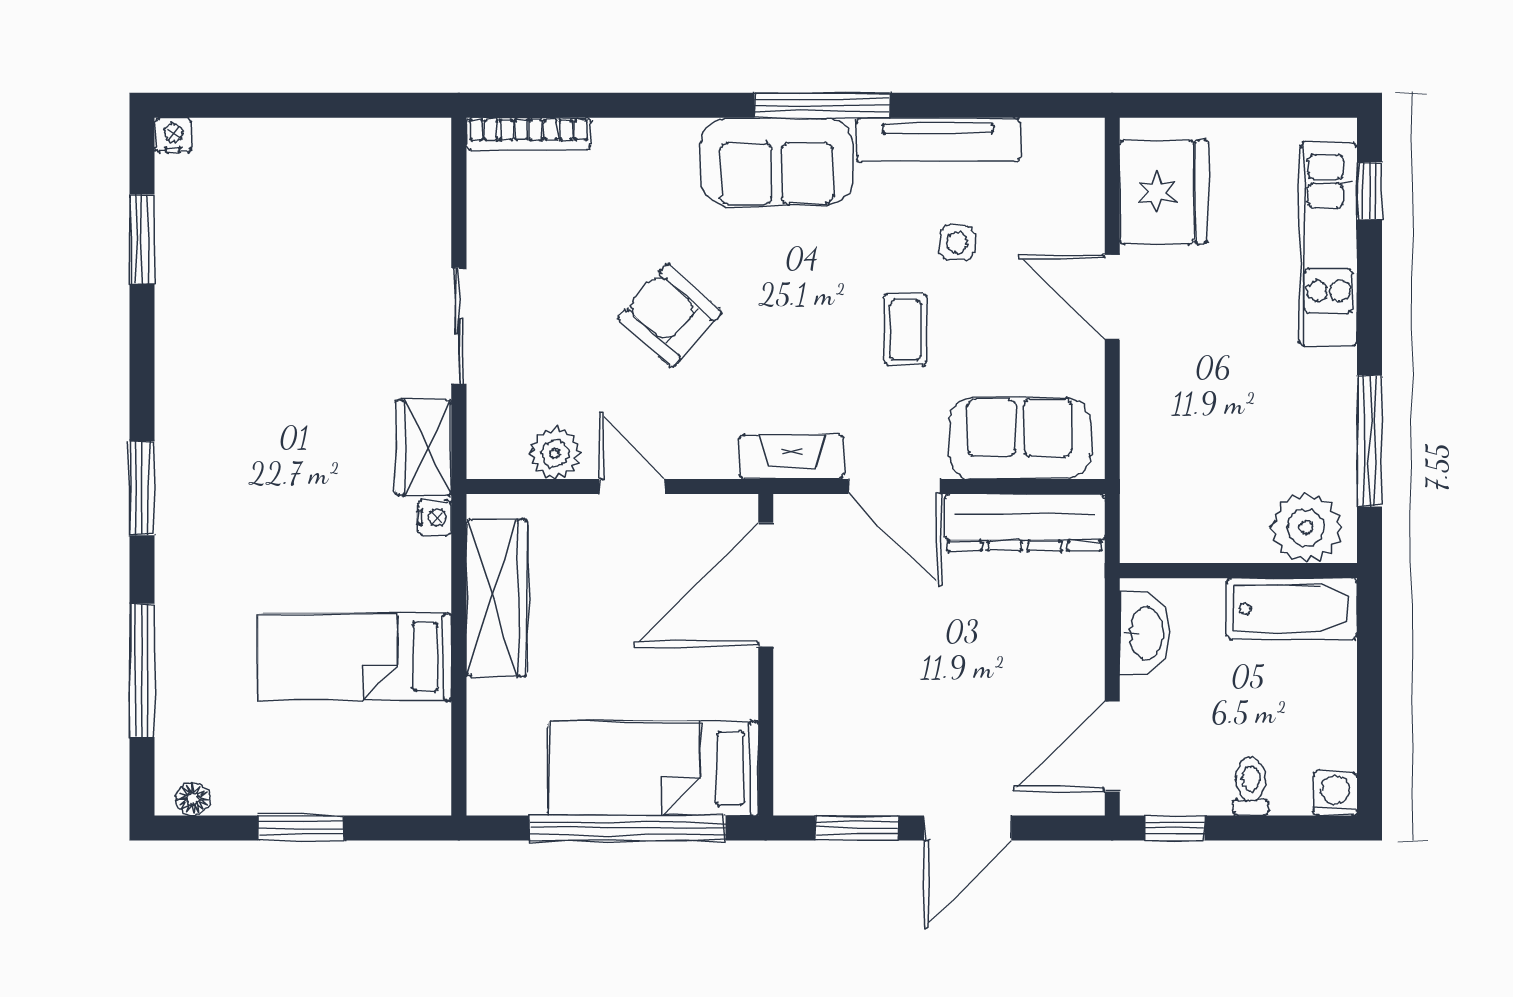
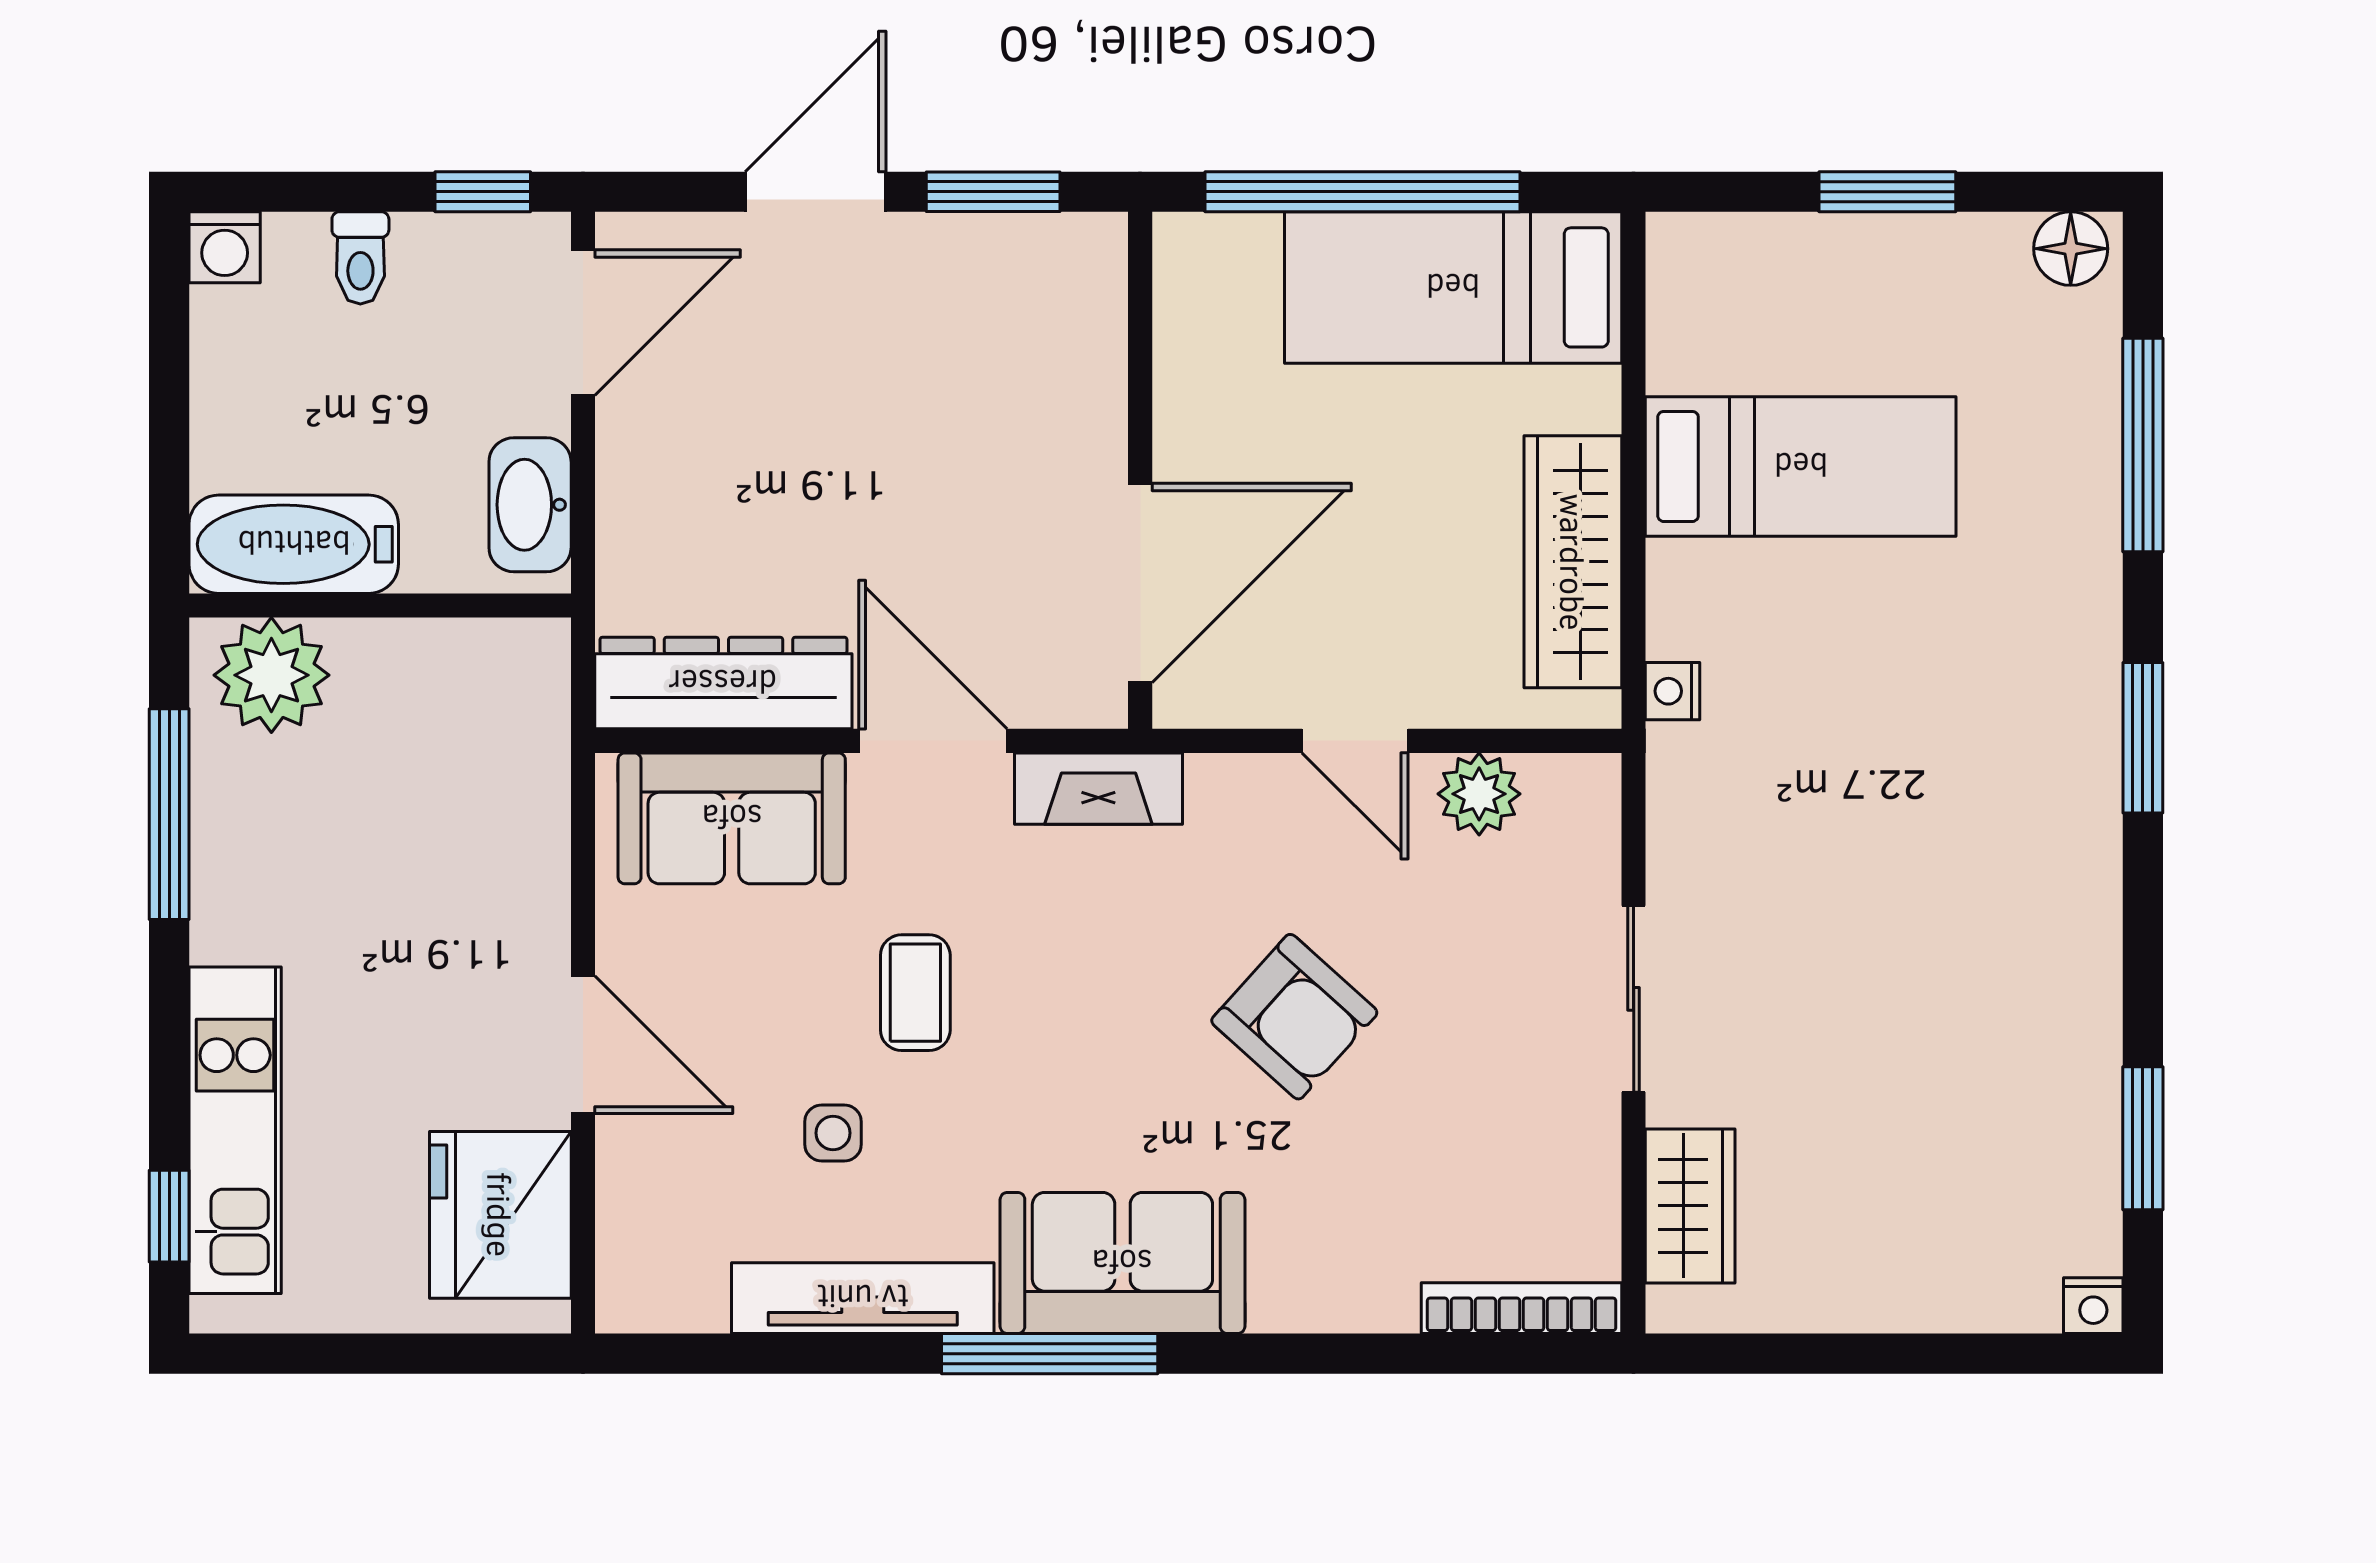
wardrobe: (424, 448) -> (1690, 1206), moved
bed: (653, 768) -> (1453, 287), moved, turned 180
floor lamp: (193, 799) -> (2071, 249), width x1.37, depth x1.37

